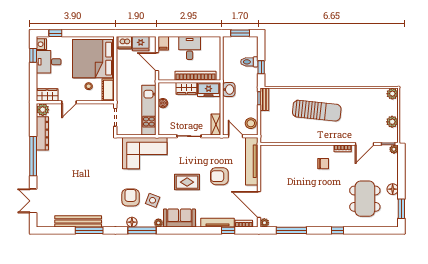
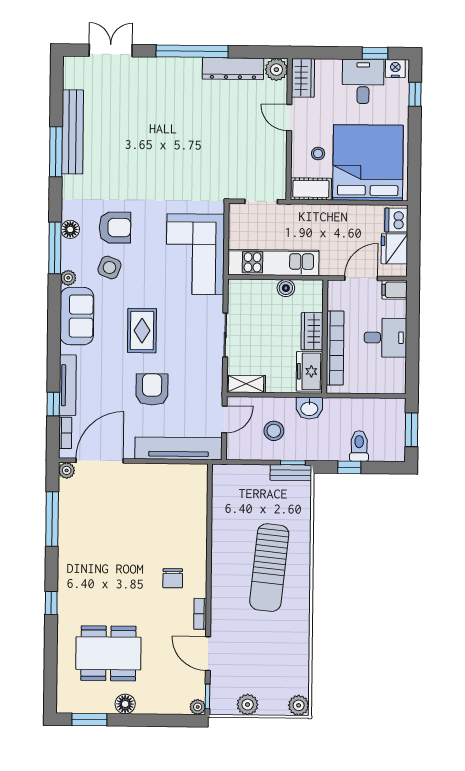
stool: (251, 123) -> (274, 431), moved

